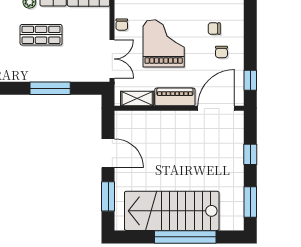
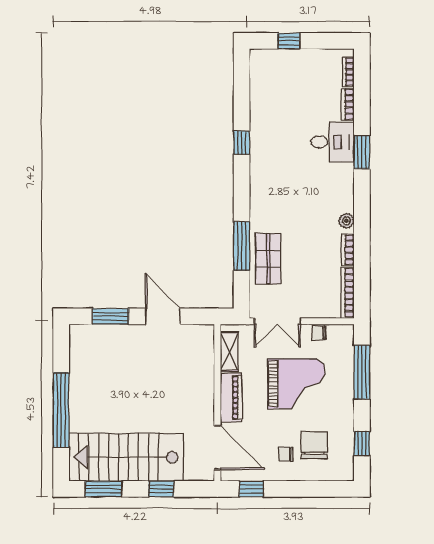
chair: (214, 29) -> (314, 445), width x1.87, depth x1.87
shop shelf: (41, 35) -> (268, 259), moved
door: (108, 153) -> (163, 316), swing flipped
stairs: (172, 211) -> (126, 457), moved, turned -90

